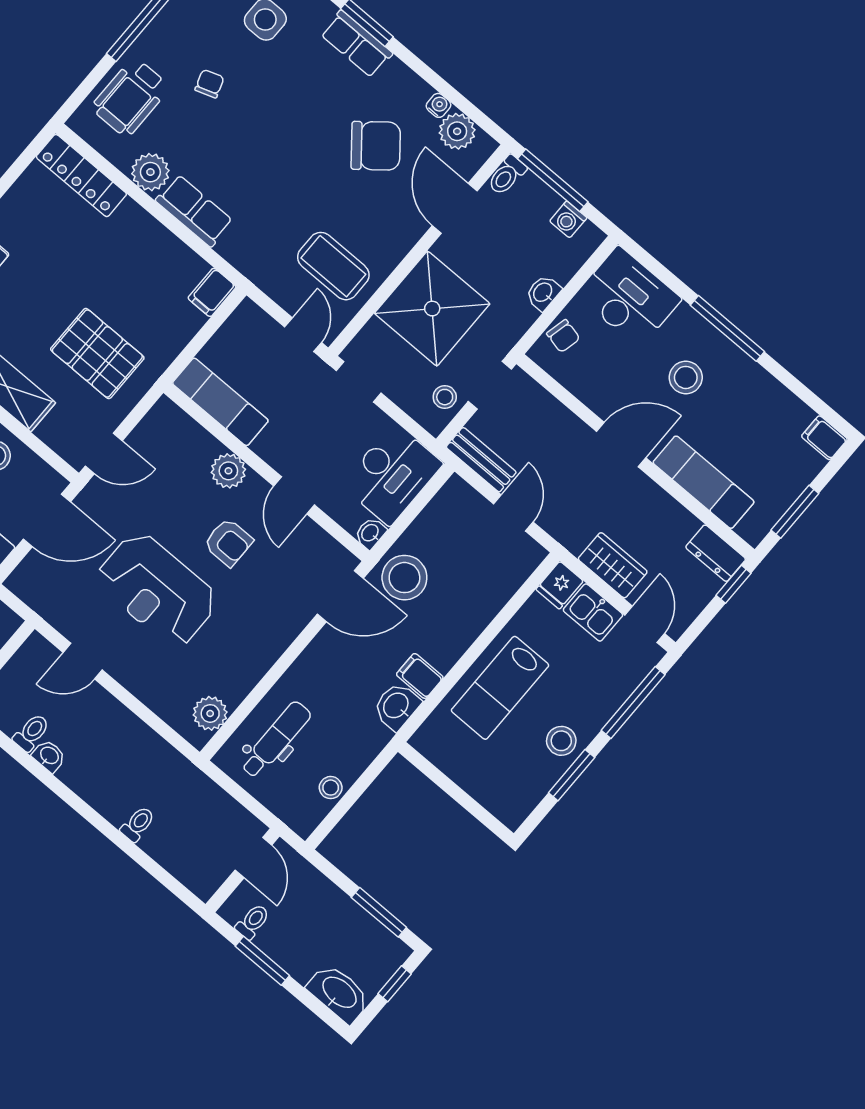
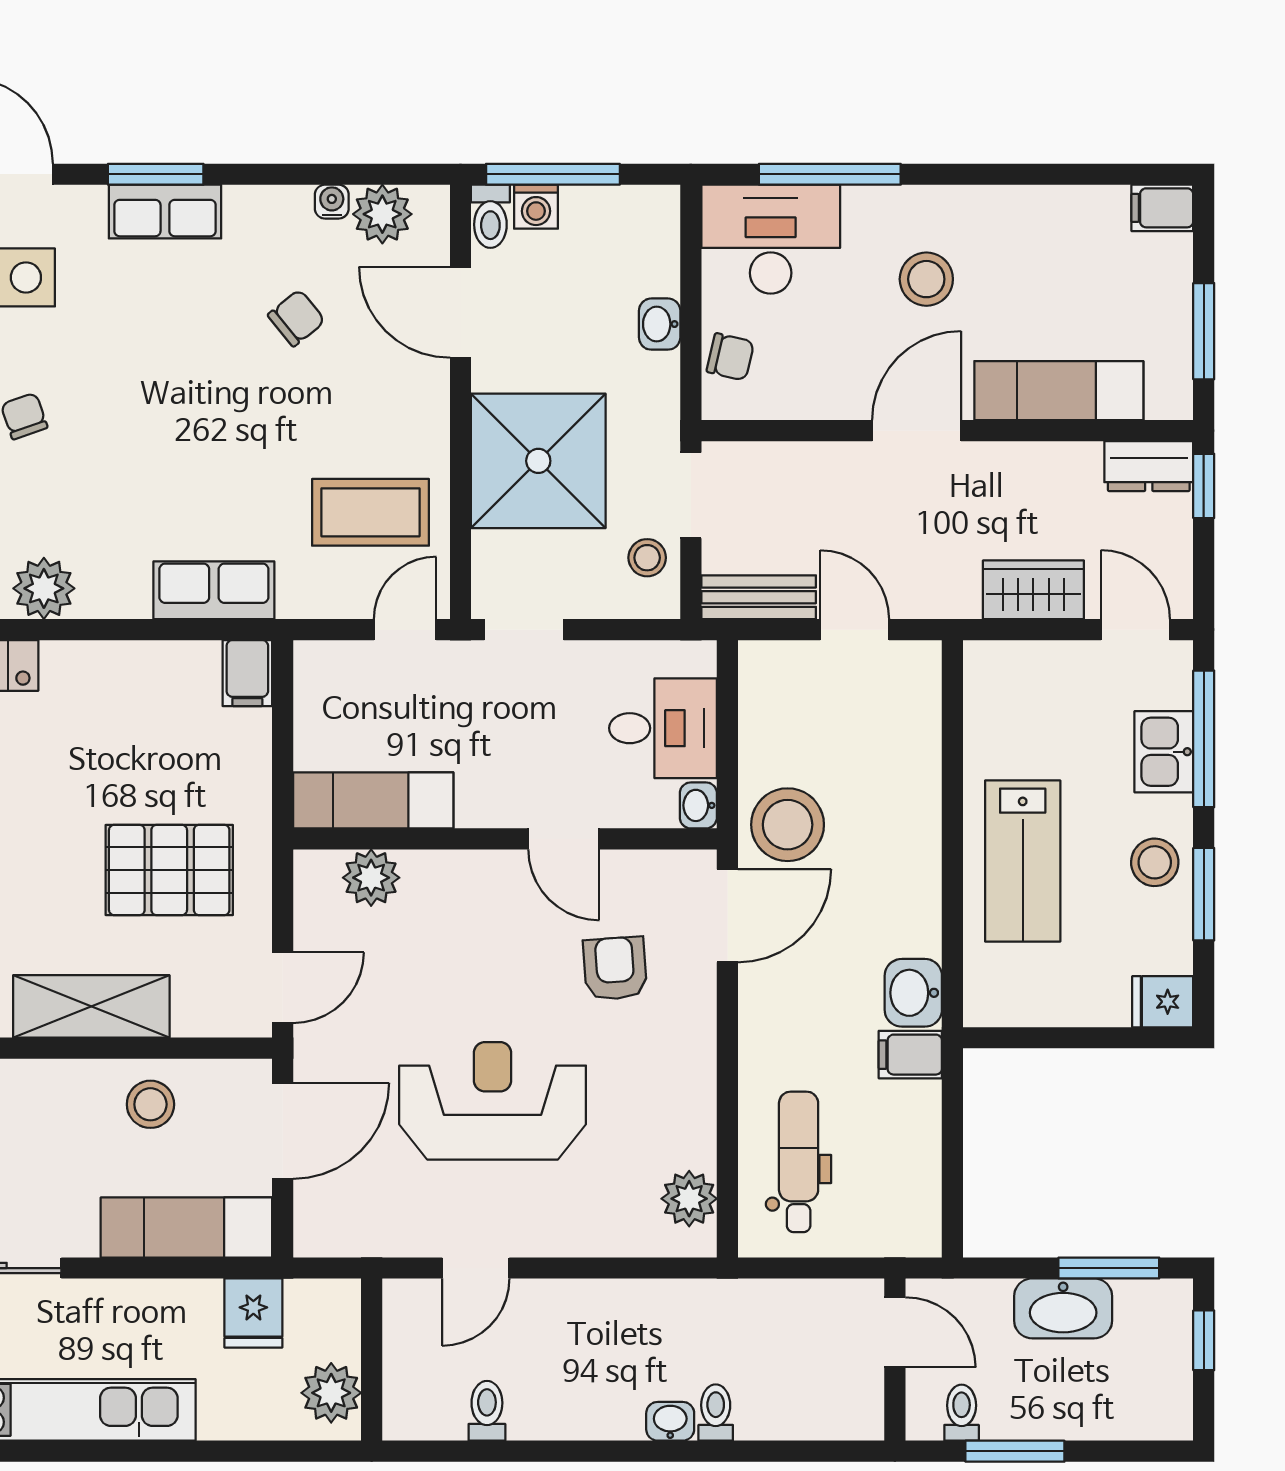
chair: (376, 146) -> (296, 318), width x0.54, depth x0.54
row of seats: (194, 211) -> (214, 590), moved
washing machine: (568, 219) -> (536, 207), moved
window: (727, 328) -> (830, 174), moved
door: (303, 335) -> (405, 630), hinge flipped
plant: (228, 471) -> (371, 878), moved
desk: (392, 474) -> (663, 728), width x0.73
armchair: (228, 542) -> (615, 968), moved, turned -94
fridge: (560, 585) -> (1163, 1002), moved, turned 90
reception desk: (157, 590) -> (493, 1101), turned 180
kitchen sink: (593, 613) -> (1164, 752), moved, turned 90
filing cabinet: (420, 676) -> (910, 1055), moved
washbasin: (49, 756) -> (670, 1421), moved
stool: (331, 788) -> (917, 1164), removed
washbasin: (339, 993) -> (1063, 1308), moved, turned 180

